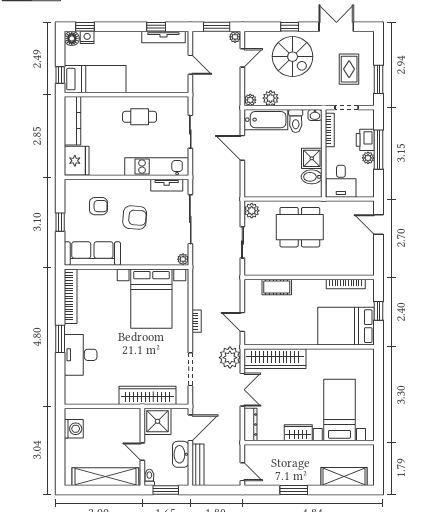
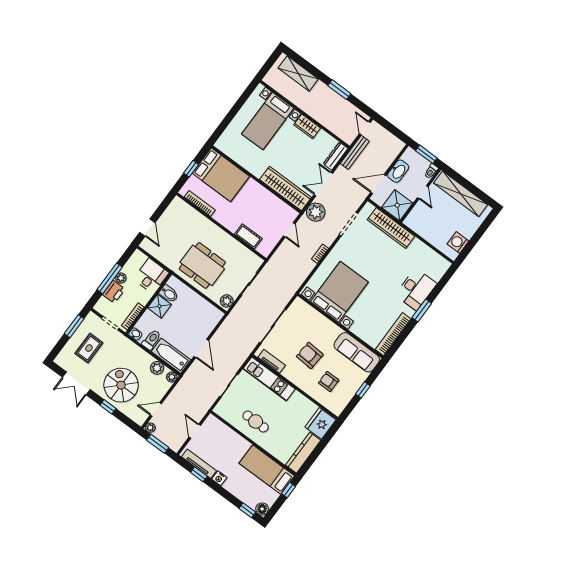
nightstand: (87, 37) -> (219, 478), moved
plant: (183, 259) -> (298, 303), removed
bench: (198, 465) -> (355, 152), moved

